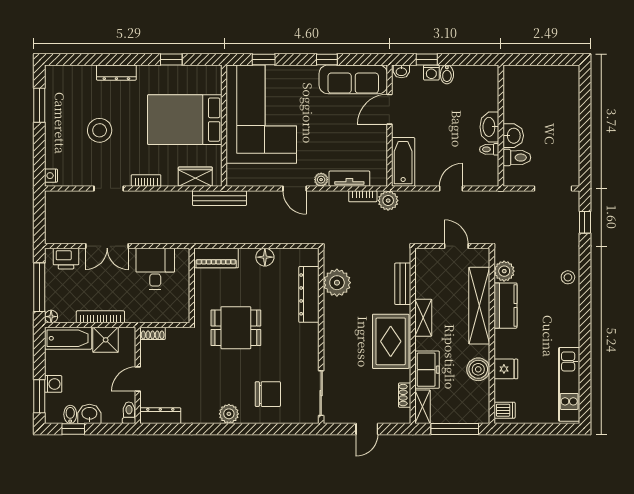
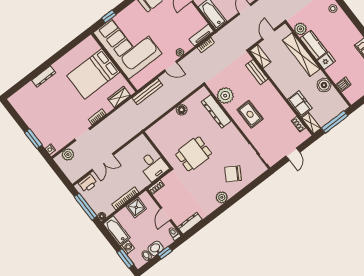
window: (171, 59) -> (65, 50), removed
window: (39, 105) -> (33, 139), moved
stool: (100, 130) -> (57, 110), removed
tv unit: (349, 179) -> (201, 35), moved
bench: (219, 198) -> (147, 92), moved
plant: (388, 201) -> (68, 155), moved
door: (456, 246) -> (268, 35), hinge flipped
piano: (216, 258) -> (159, 128), removed
desk: (155, 269) -> (153, 166), moved, turned 180
shelving: (423, 318) -> (260, 56), moved
bathtub: (68, 338) -> (116, 231), moved, turned -90
rug: (391, 341) -> (250, 114), moved, width x0.73, depth x0.70
fridge: (506, 369) -> (326, 61), moved
chair: (268, 394) -> (233, 174), turned -149
dishwasher: (505, 410) -> (343, 85), moved
window: (73, 429) -> (165, 253), moved

